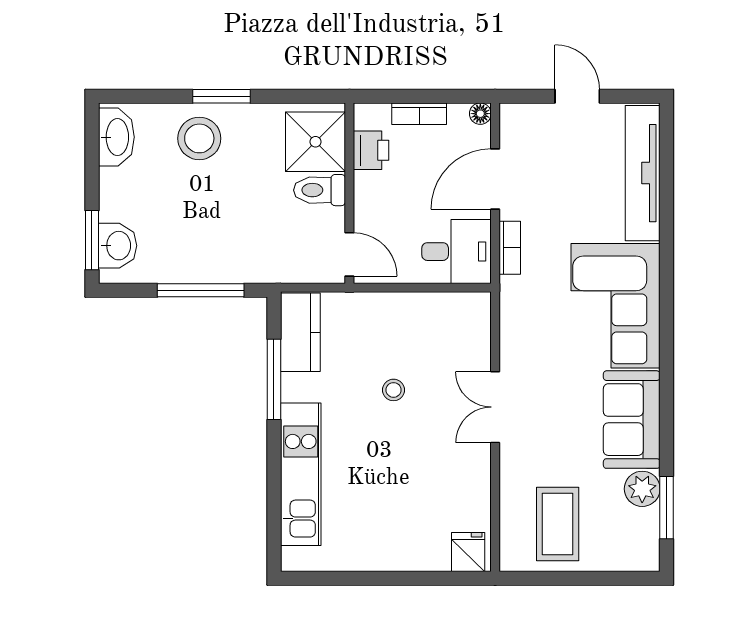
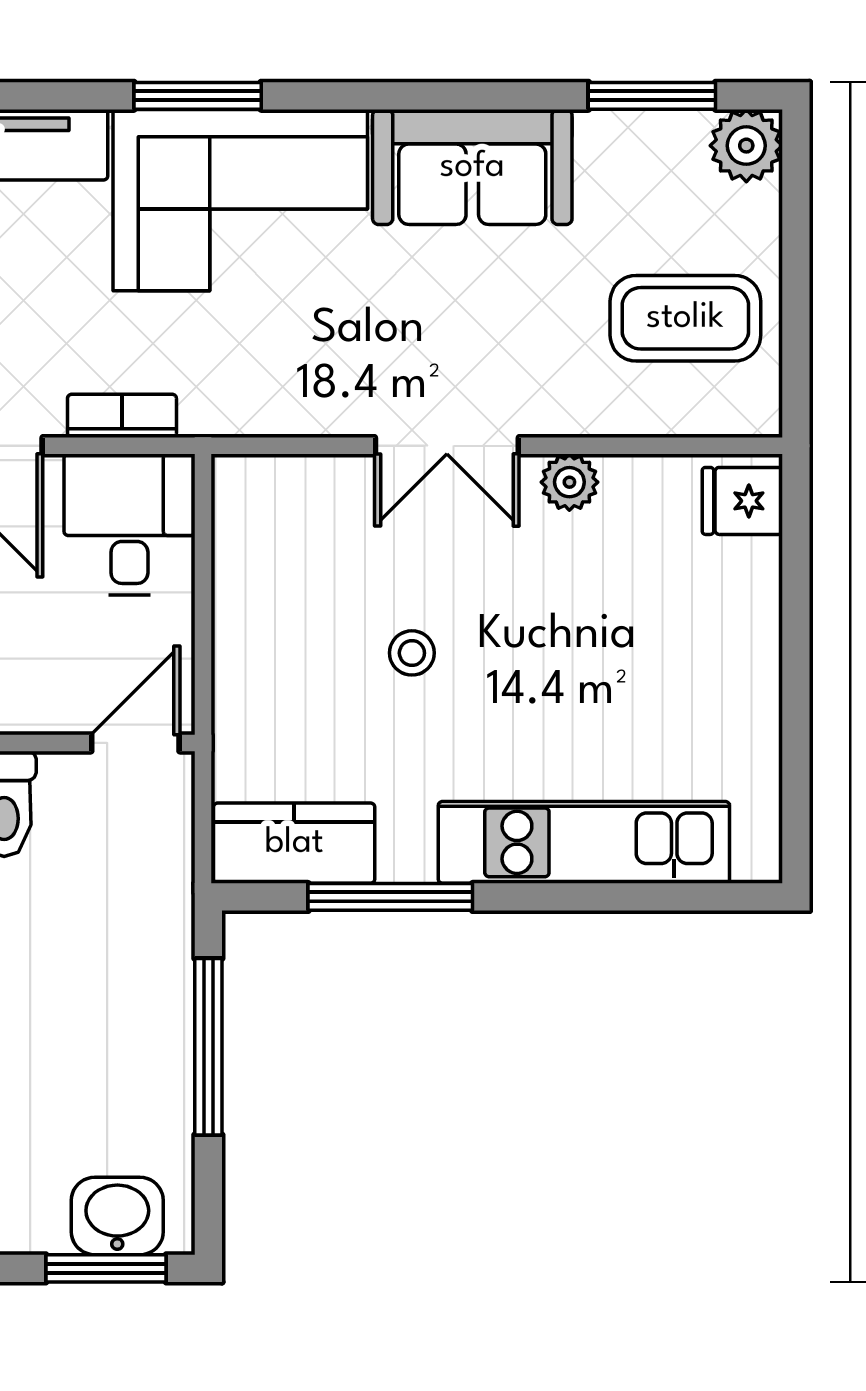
window: (667, 285) -> (198, 96), added
plant: (477, 467) -> (569, 482), added
plant: (642, 489) -> (746, 146), moved

